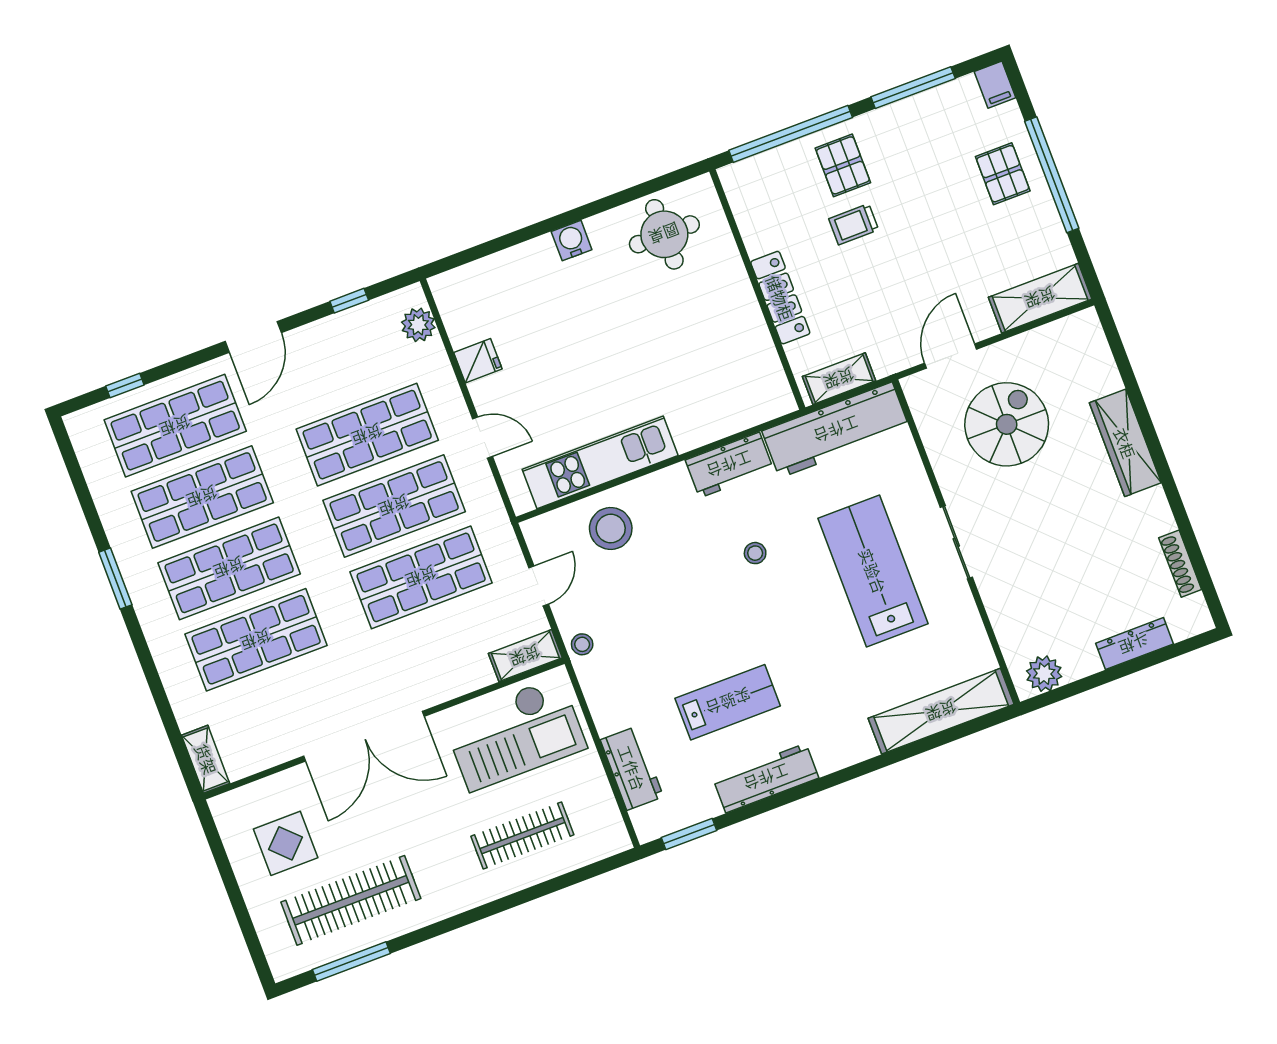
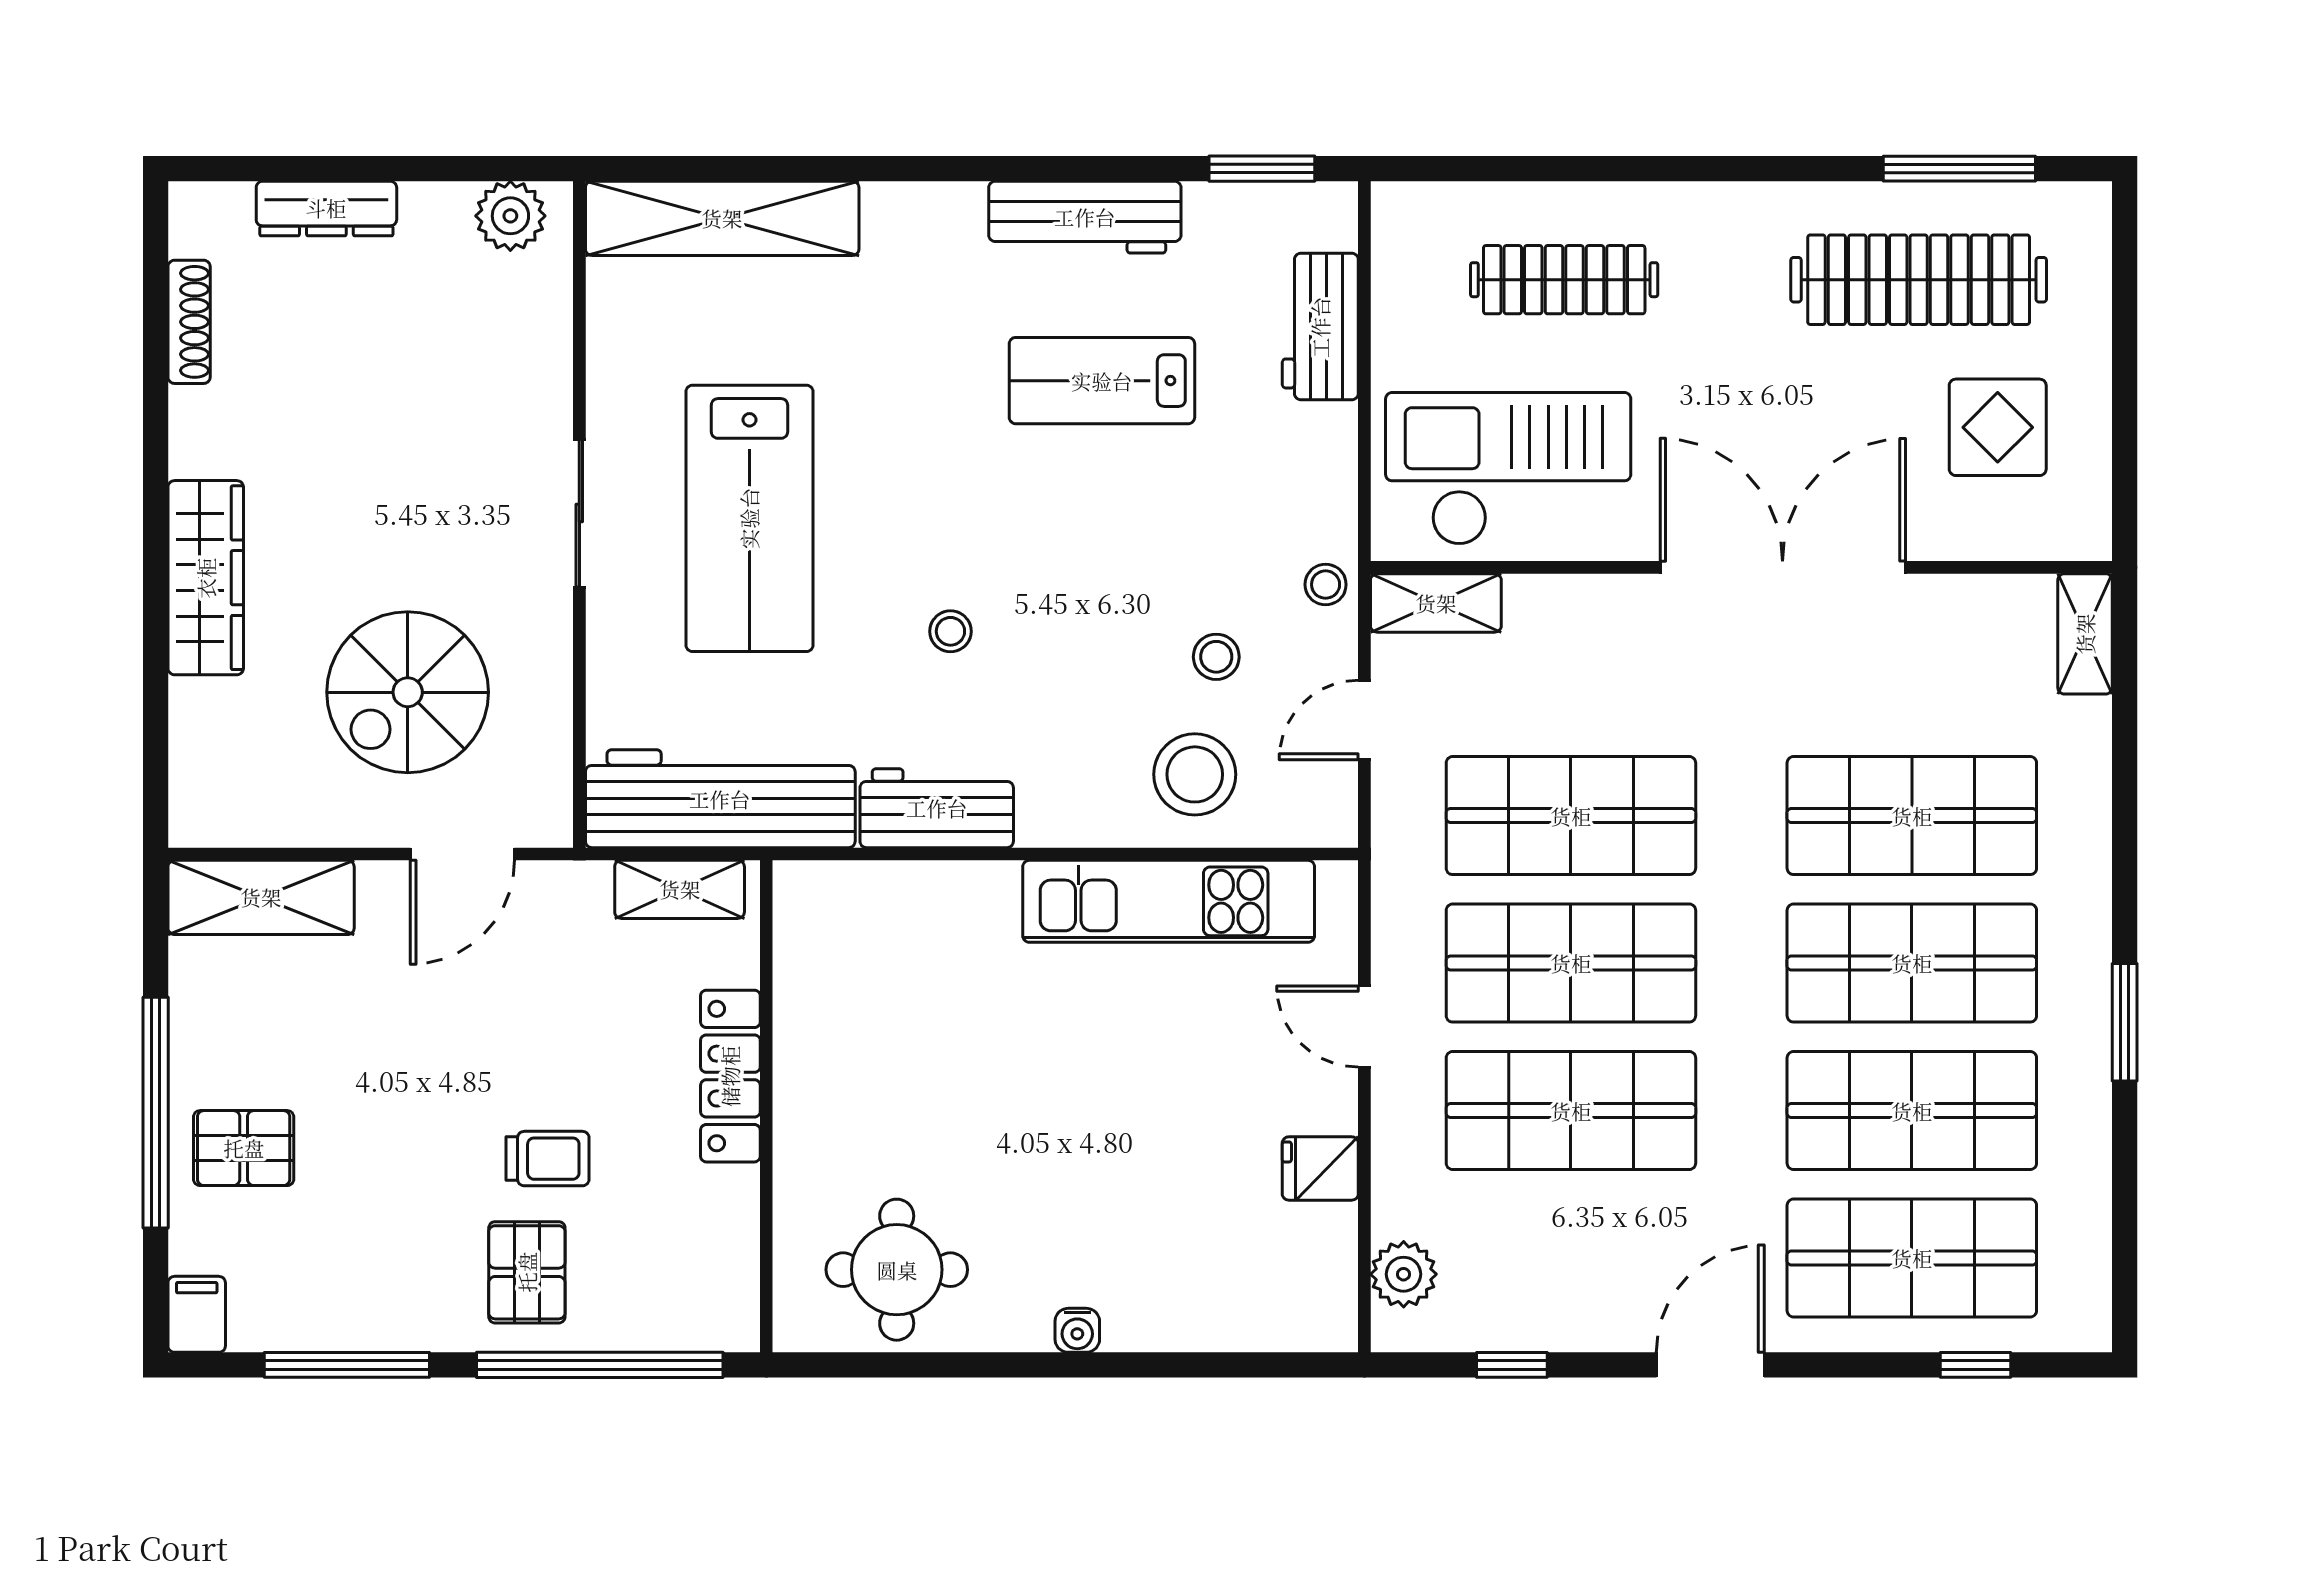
pallet: (1003, 174) -> (244, 1148), turned 90
water cooler: (572, 241) -> (1077, 1330), width x0.72, depth x0.72
stool: (622, 589) -> (1216, 657), added

